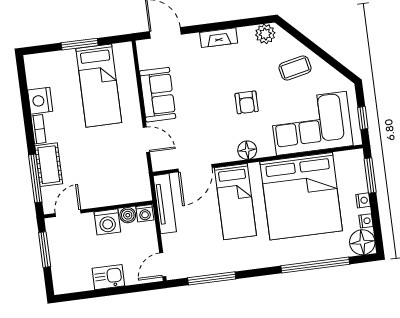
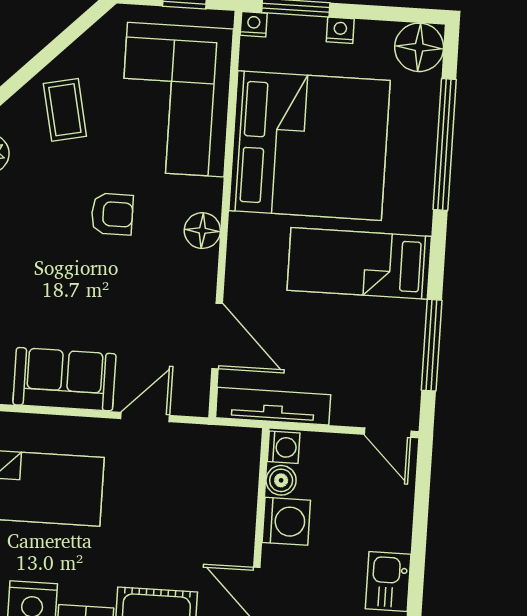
bed: (235, 202) -> (359, 263), moved, turned 180
nightstand: (366, 221) -> (254, 24), moved
kitchen sink: (108, 277) -> (388, 581), moved

